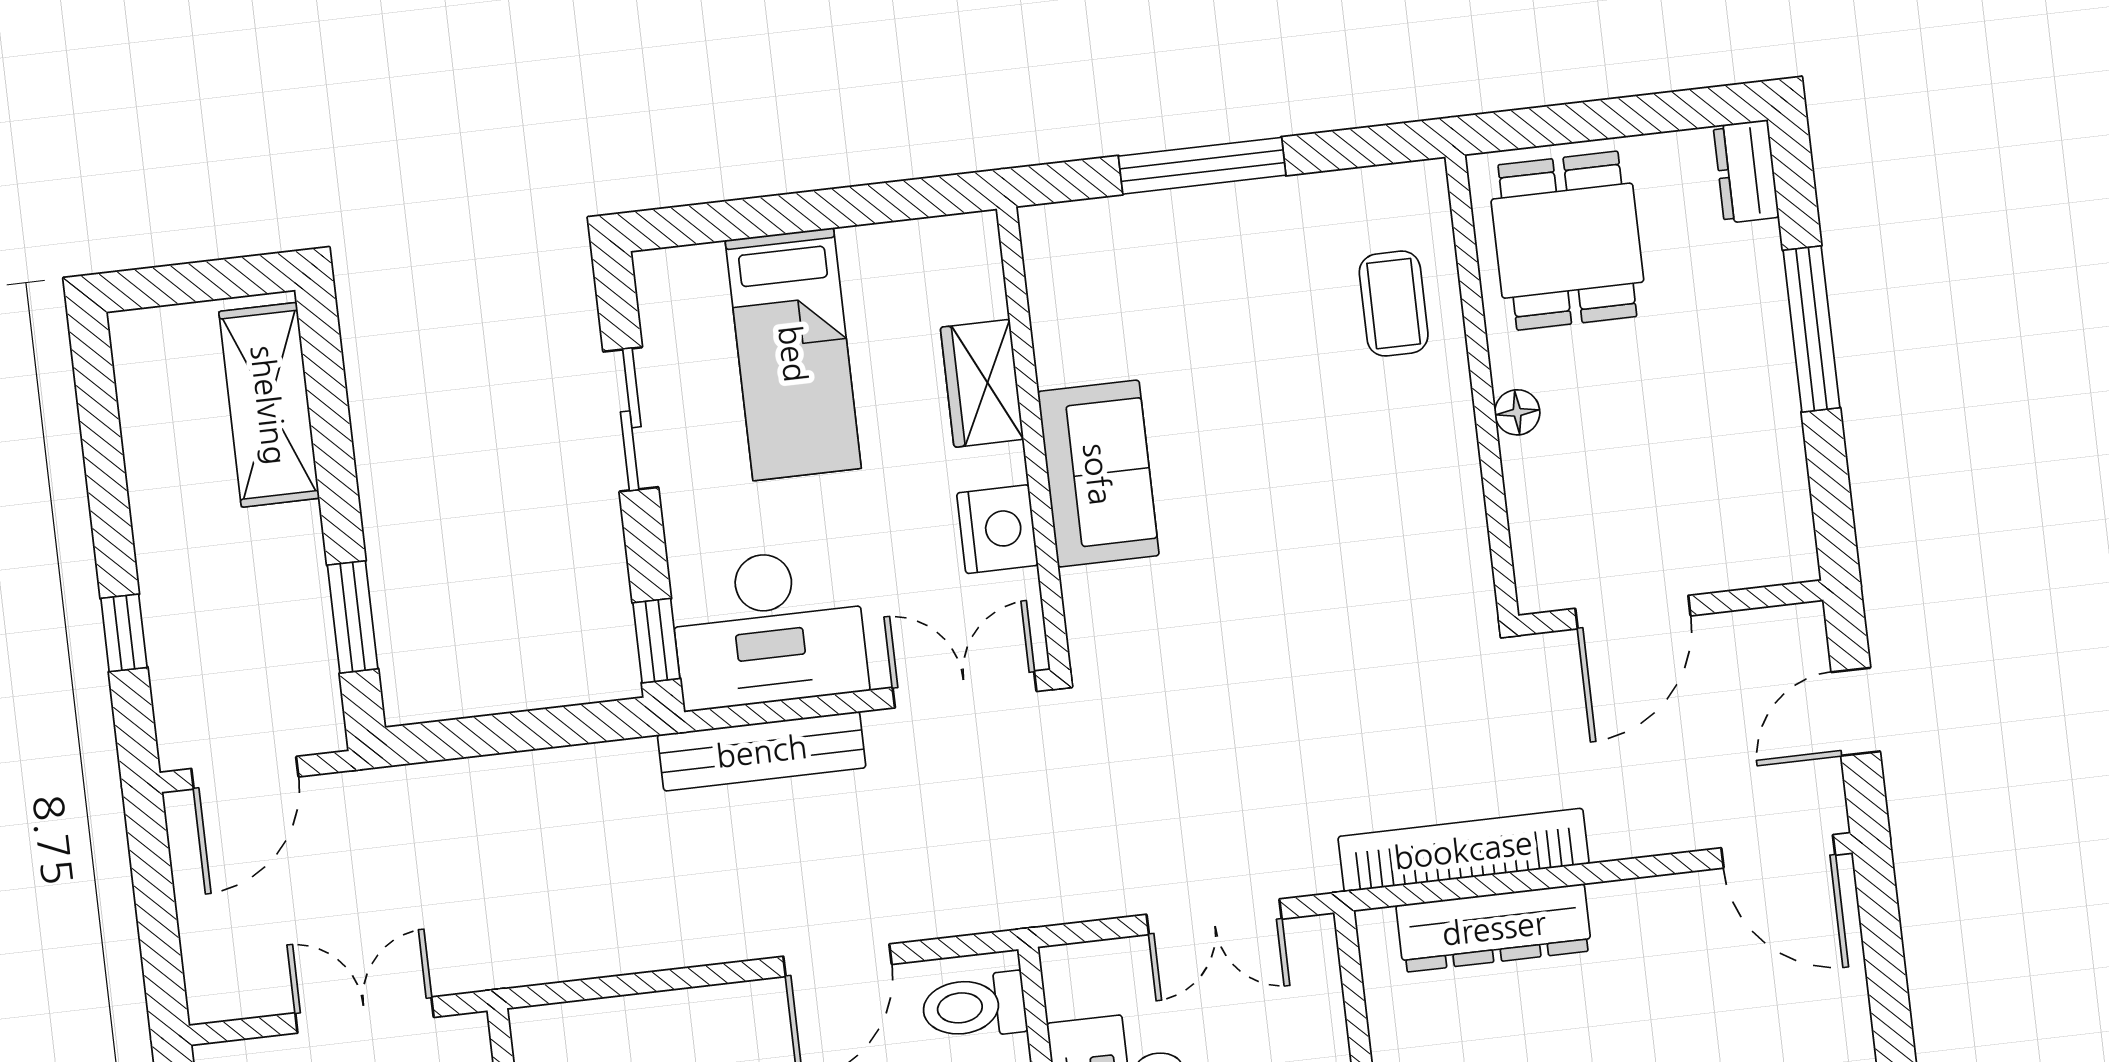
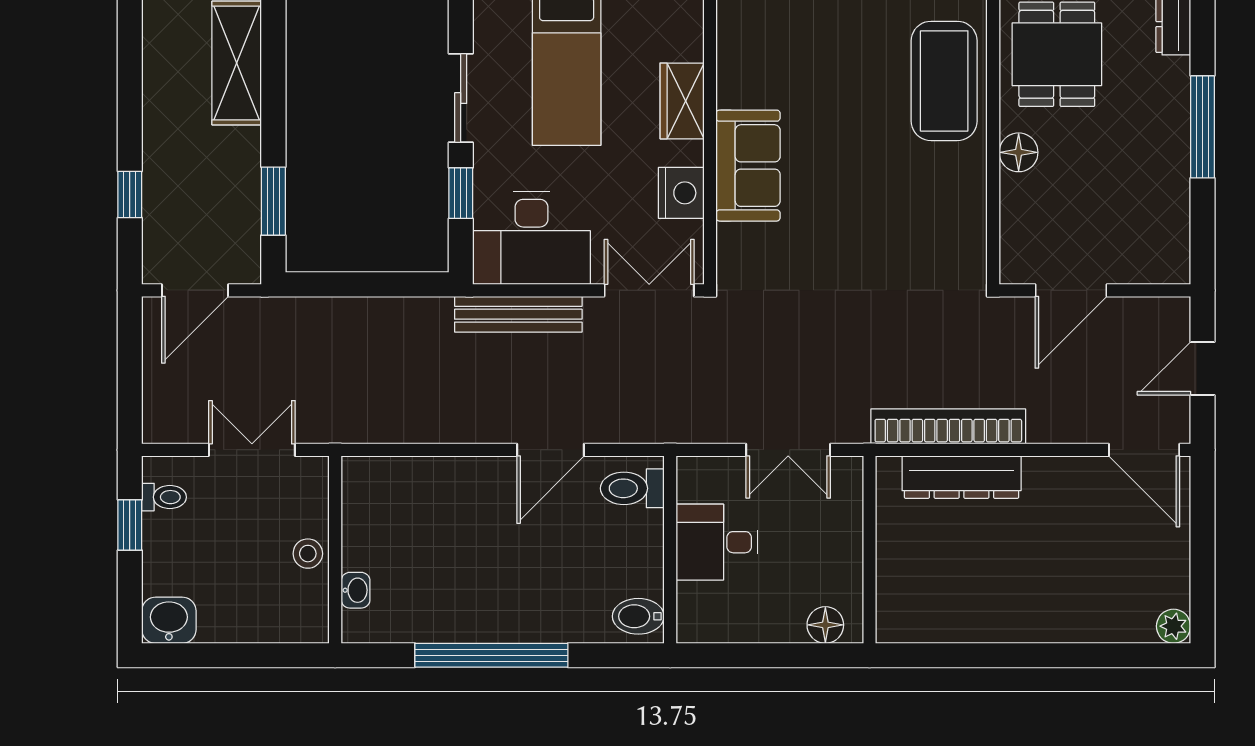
coffee table: (1394, 304) -> (944, 81), width x1.86, depth x1.72
floor lamp: (1517, 412) -> (1019, 152), width x1.37, depth x1.37
window: (656, 641) -> (461, 193), moved

